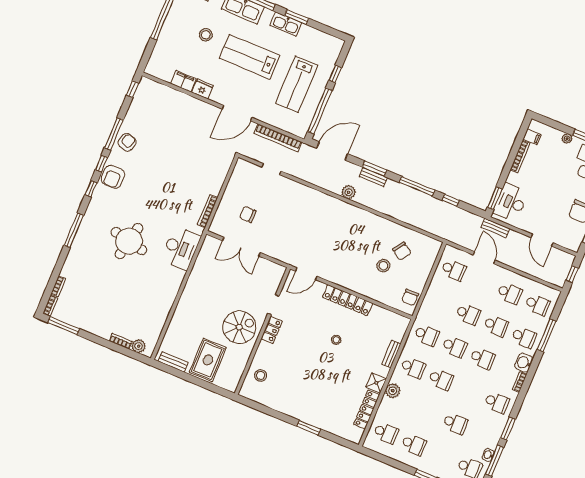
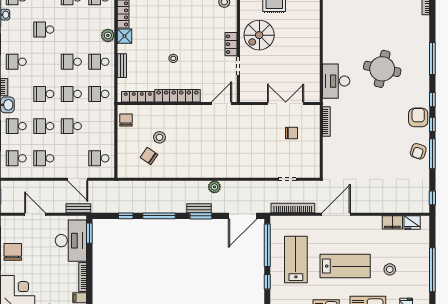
fridge: (203, 89) -> (412, 223), moved
desk: (511, 202) -> (71, 241), width x1.36, depth x1.30
locker: (388, 316) -> (138, 97), added

